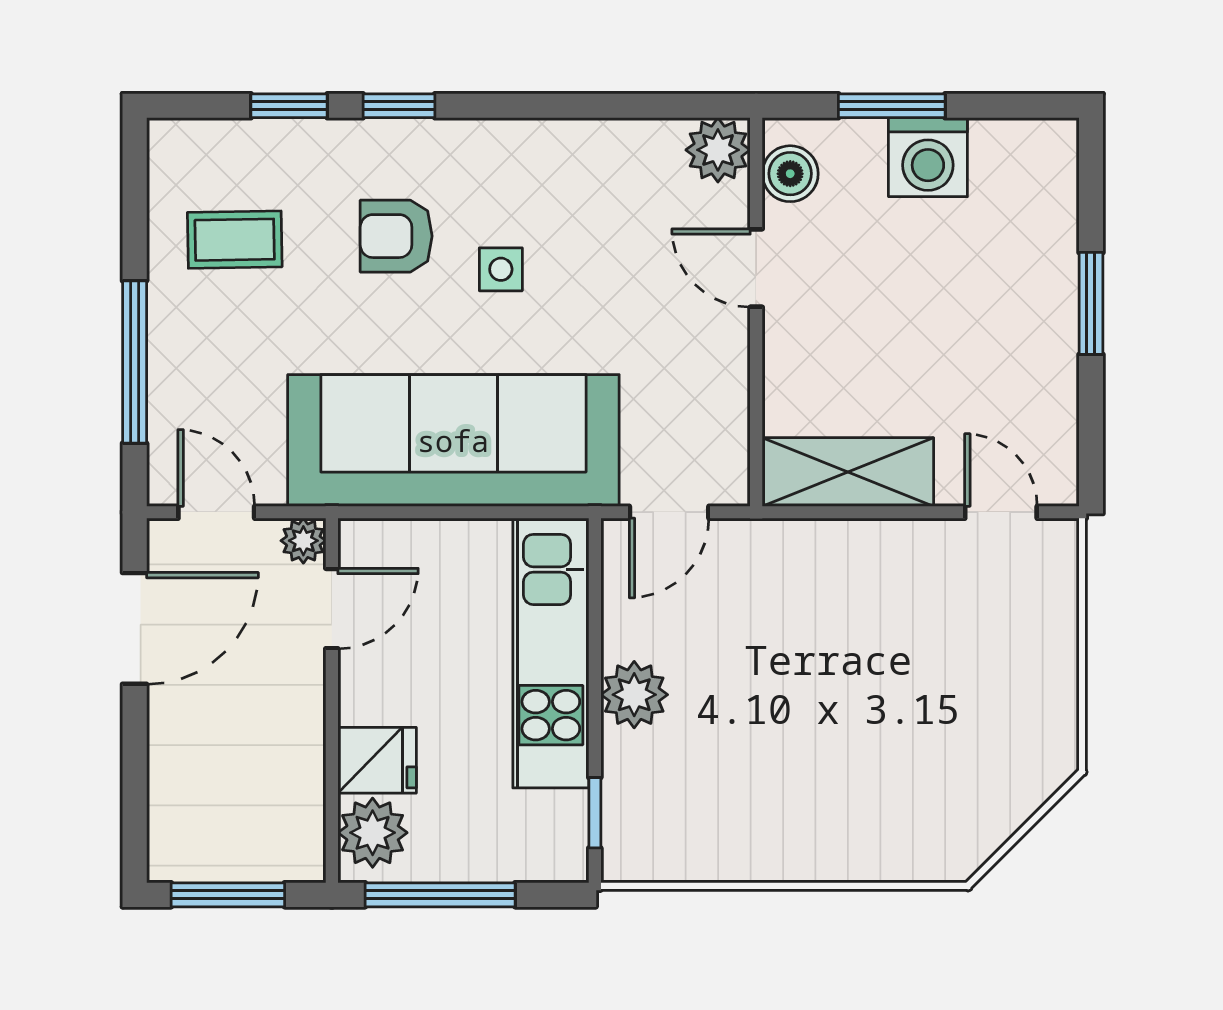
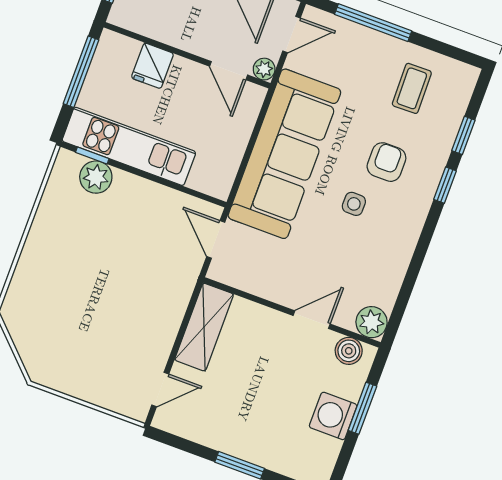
kitchen unit: (551, 653) -> (129, 146), moved
plant: (634, 695) -> (96, 177), moved
plant: (373, 833) -> (120, 52), removed

